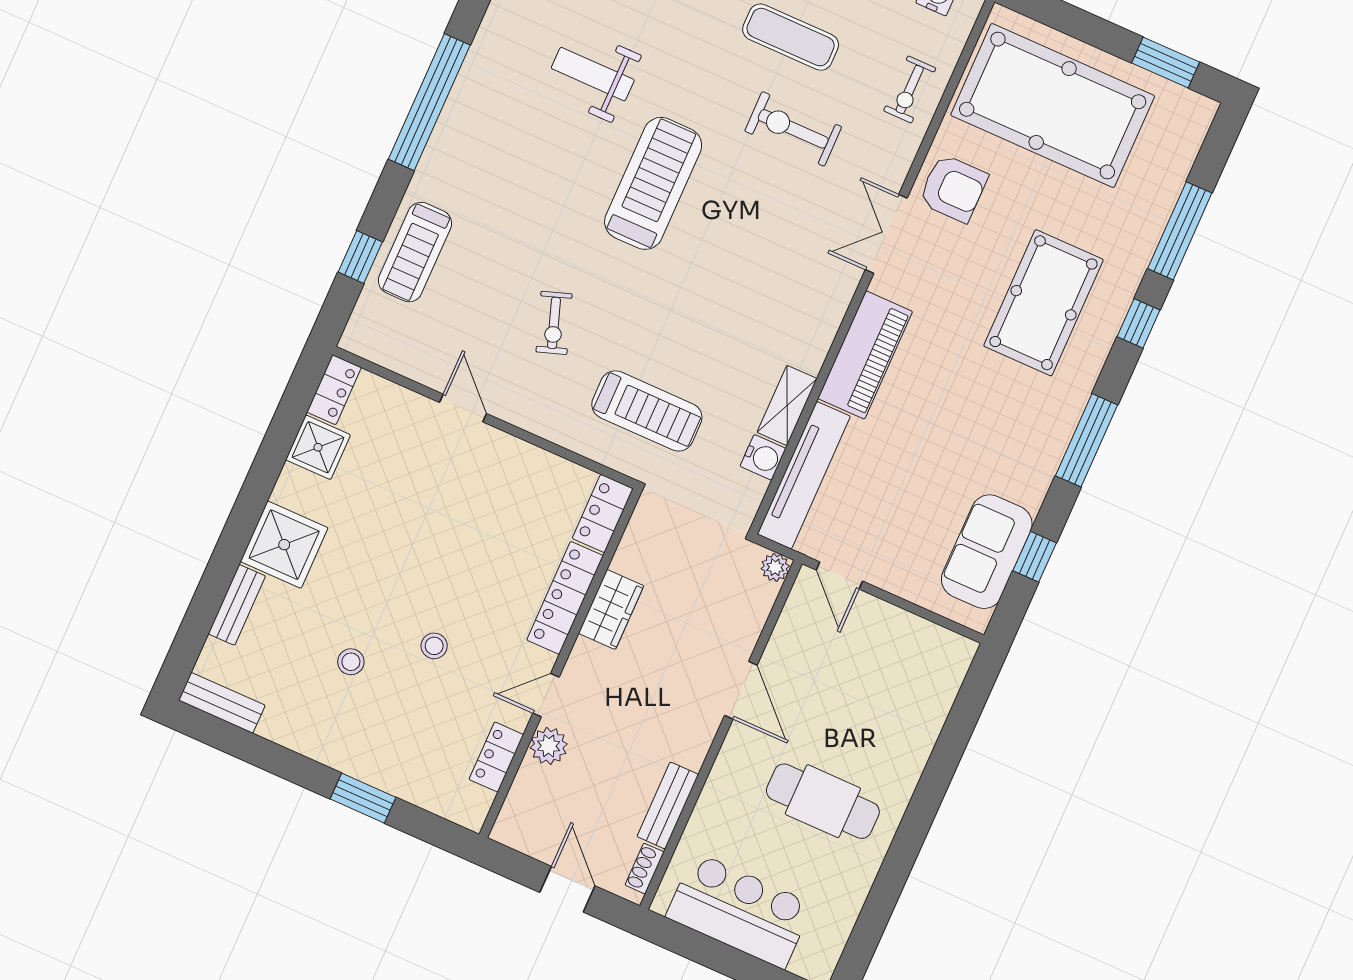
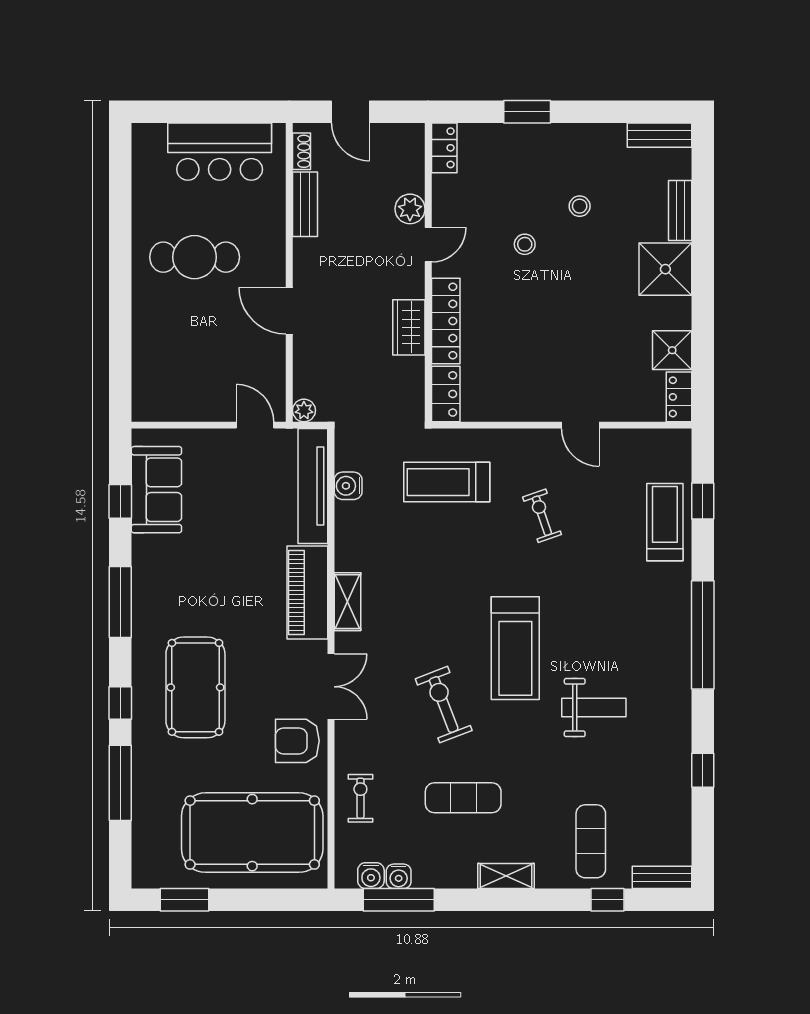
exercise bike: (793, 129) -> (444, 705), moved, turned -111
shelving: (787, 405) -> (347, 602), moved
locker: (496, 757) -> (444, 148), moved

